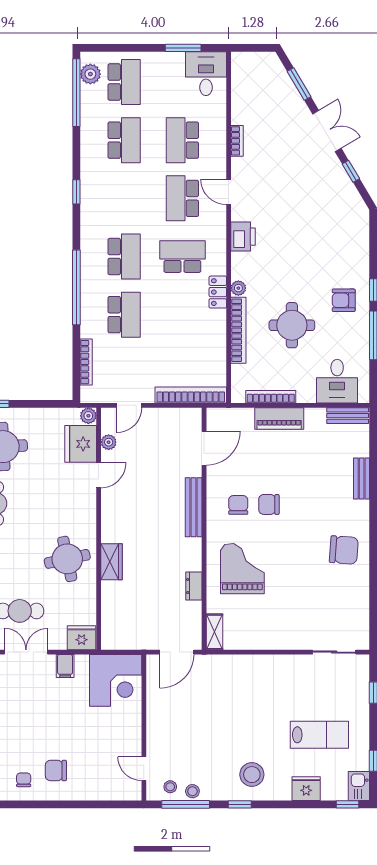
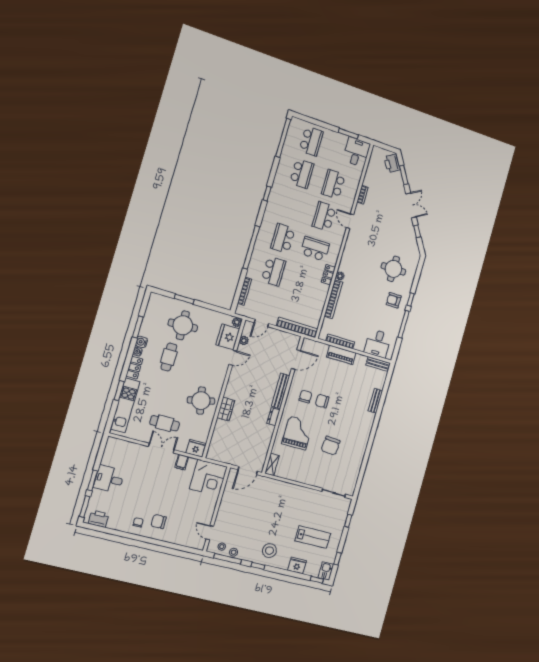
plant: (90, 74) -> (294, 130), removed
printer: (243, 237) -> (392, 163), moved, turned 149
school desk: (124, 257) -> (283, 238), turned 180
round table: (292, 325) -> (393, 269), moved
chair: (344, 550) -> (331, 446), moved, turned 91
dresser: (194, 586) -> (273, 417), moved

